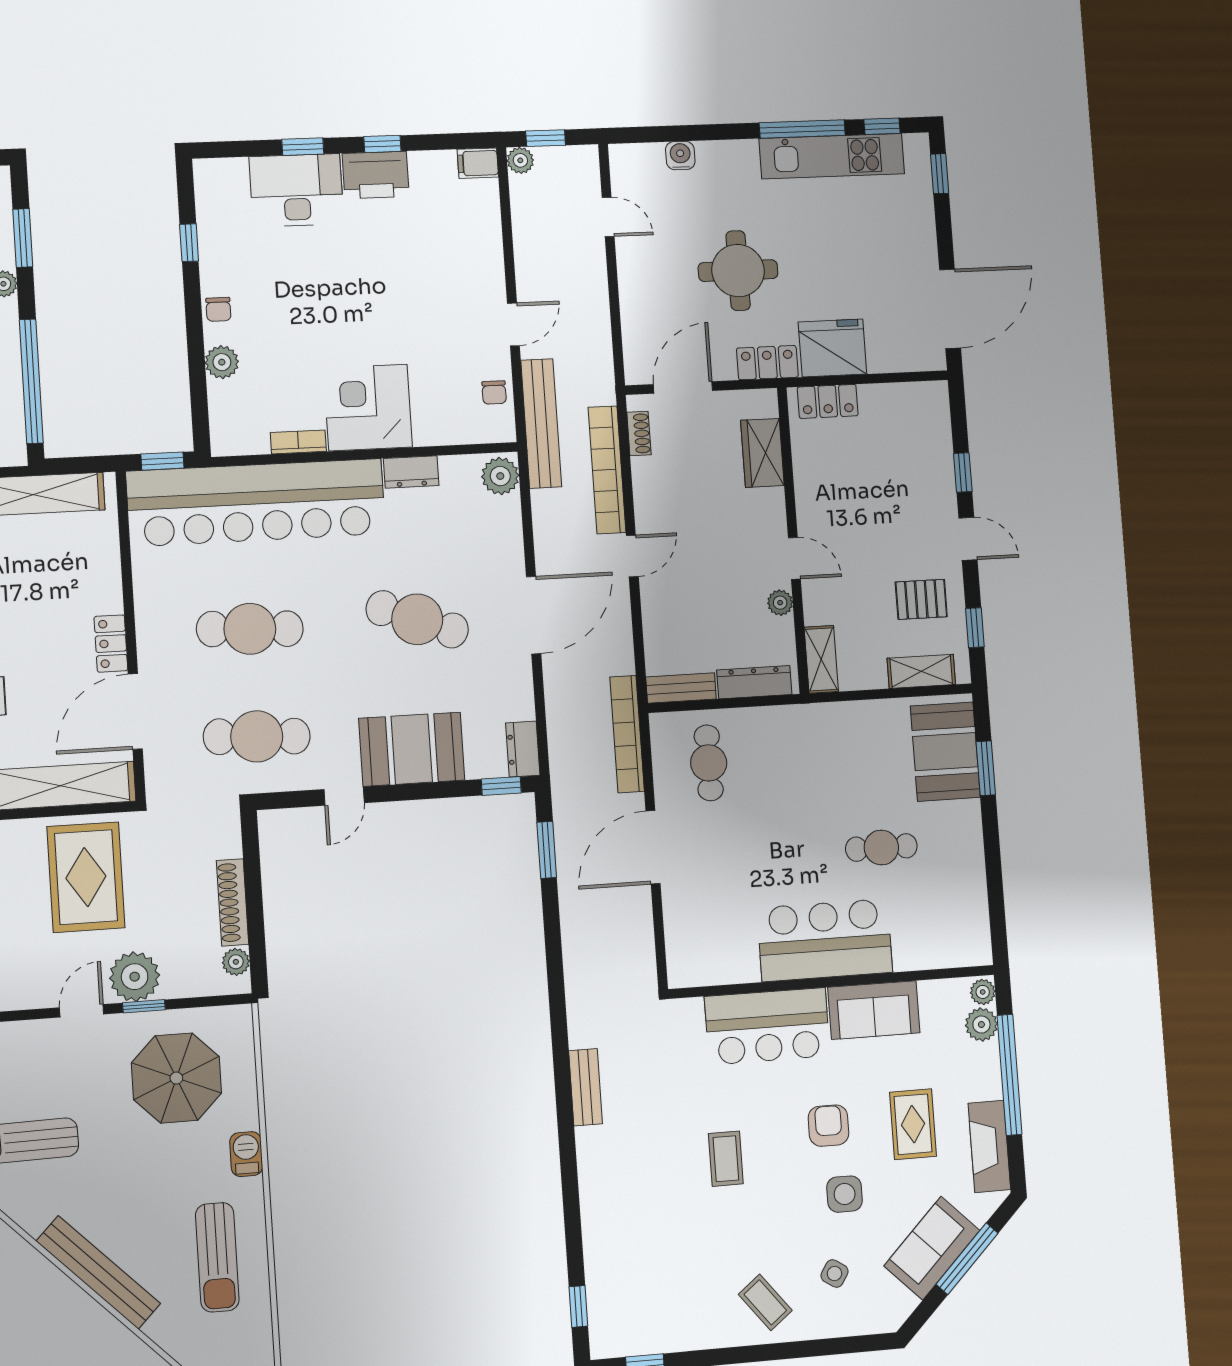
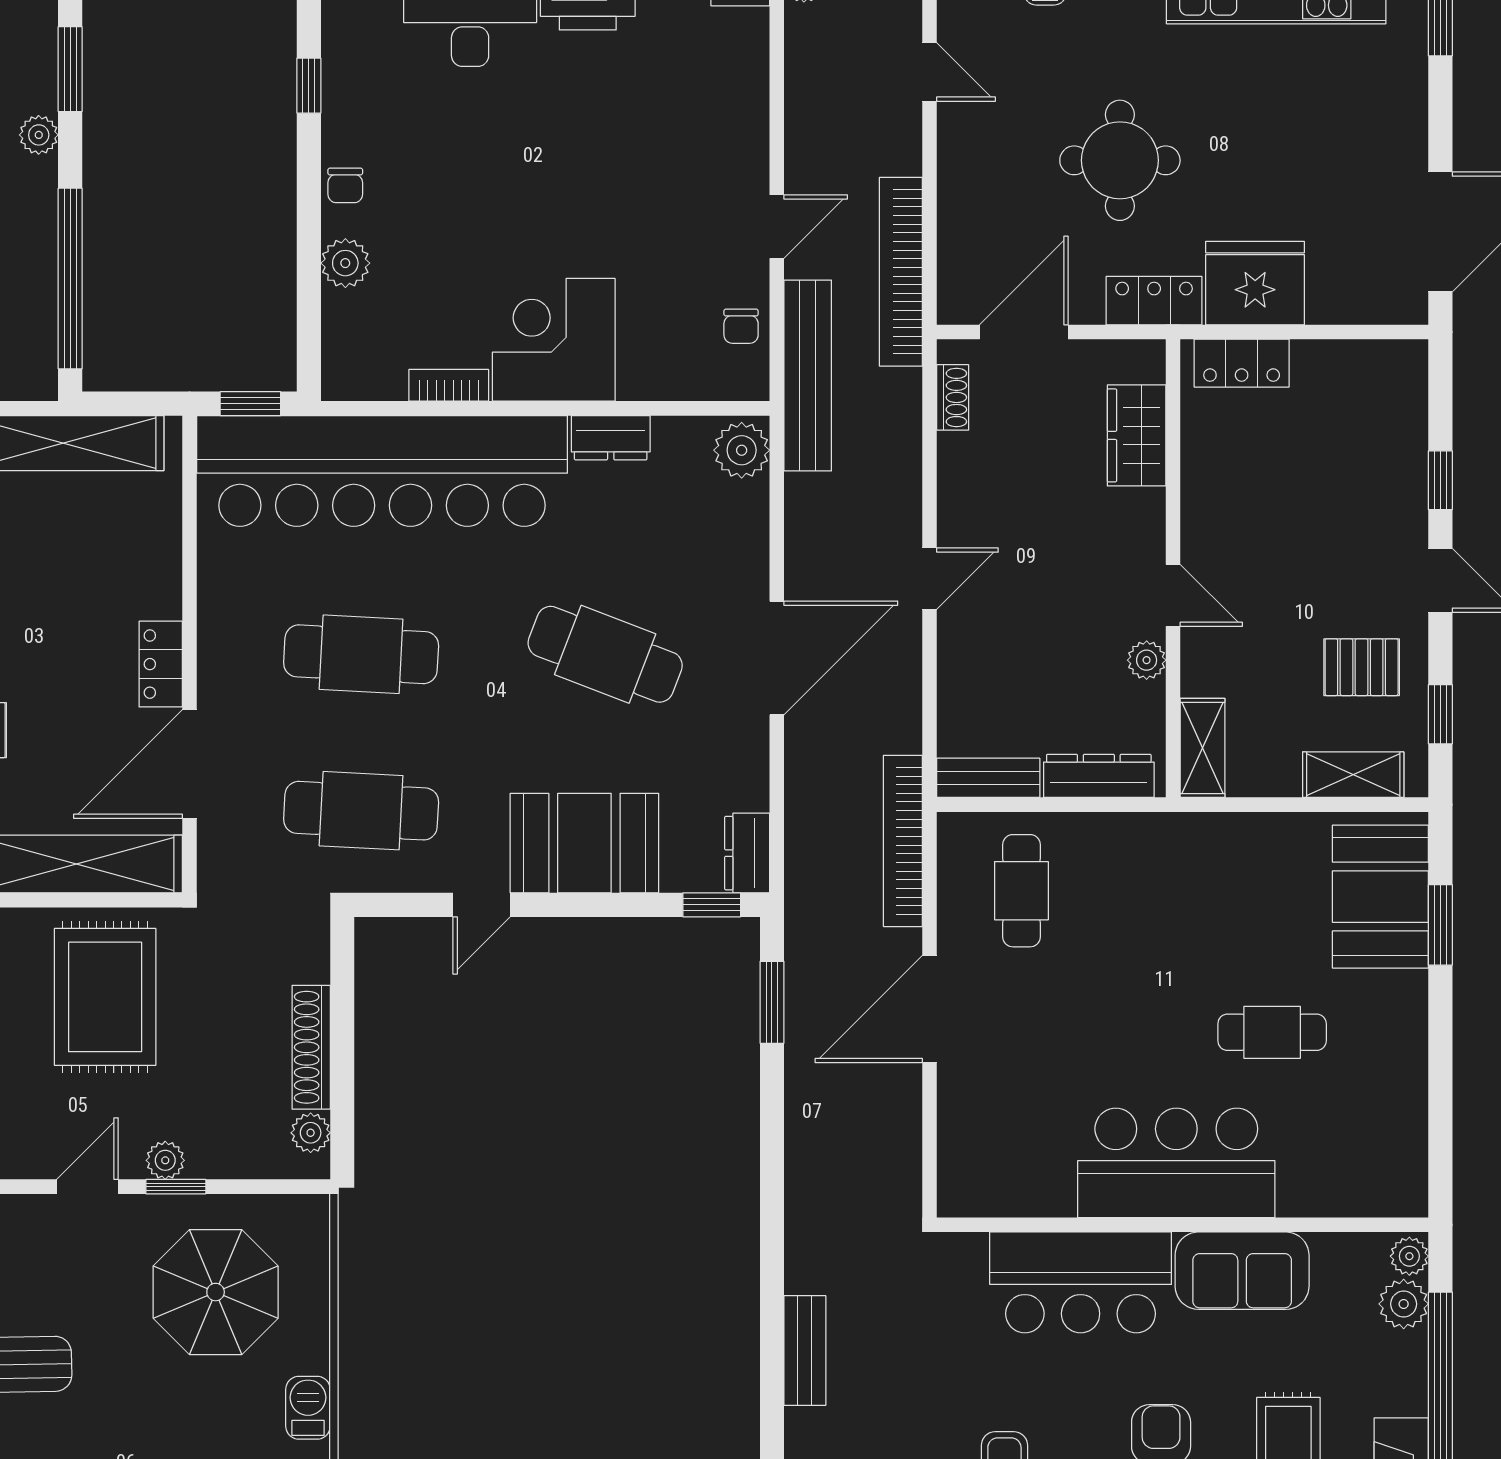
bookcase: (607, 470) -> (901, 272), moved
plant: (135, 977) -> (165, 1160), width x0.53, depth x0.53

